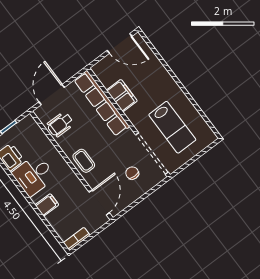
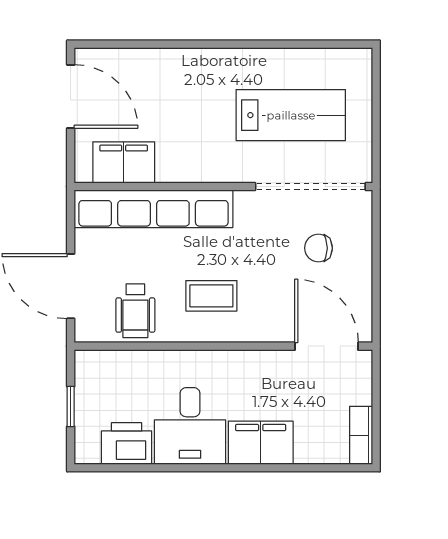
door: (120, 43) -> (71, 97), hinge flipped
filing cabinet: (122, 96) -> (124, 162), moved
coffee table: (84, 161) -> (211, 296), moved
filing cabinet: (47, 205) -> (261, 443), width x2.00

